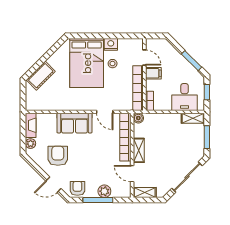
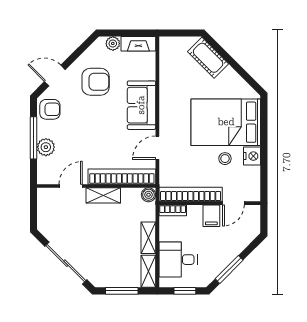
door: (53, 185) -> (55, 76), hinge flipped
shelving: (145, 192) -> (148, 238), moved

